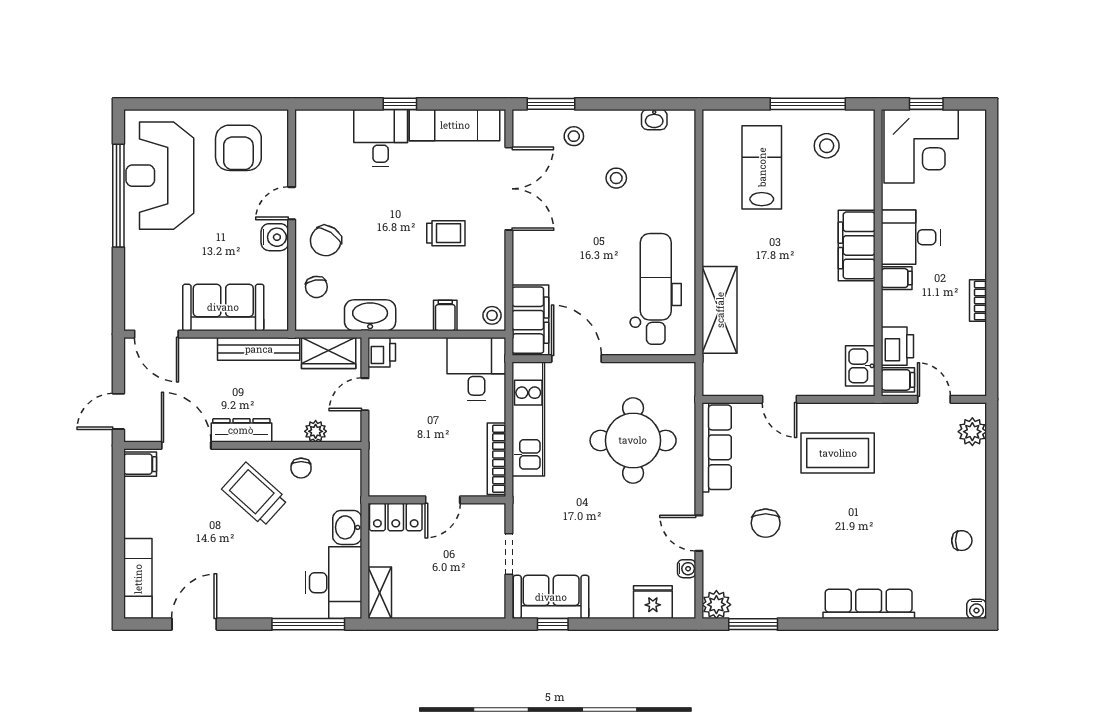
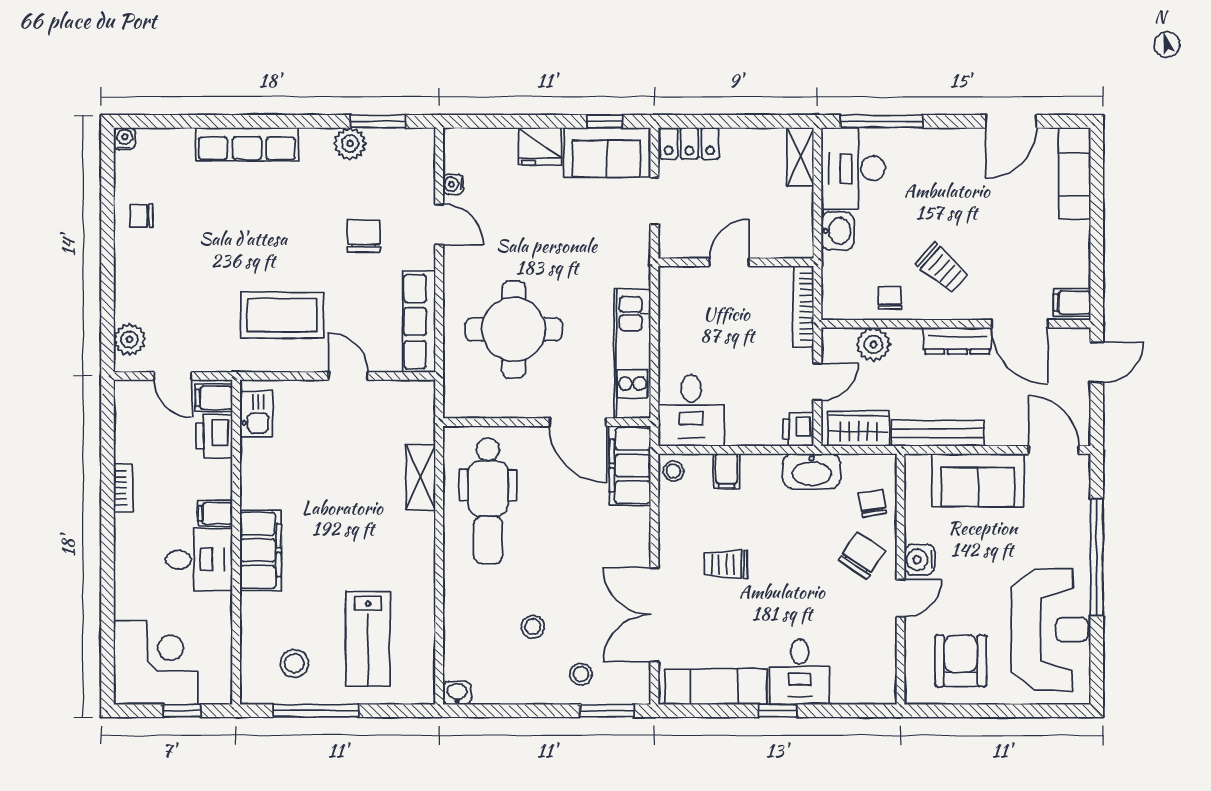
washbasin: (654, 120) -> (457, 693), moved
corner desk: (921, 146) -> (156, 663), moved, turned 90
window: (118, 196) -> (1097, 557), moved
shelving: (720, 310) -> (421, 477), width x0.67, depth x0.75
plant: (316, 431) -> (873, 344), width x1.38, depth x1.38
bookcase: (496, 459) -> (803, 306), moved, turned 180
trolley: (255, 494) -> (942, 268), width x0.73, depth x0.72
locker: (396, 517) -> (689, 143), moved, turned 180
fridge: (653, 602) -> (540, 146), moved
plant: (716, 605) -> (350, 144), moved

